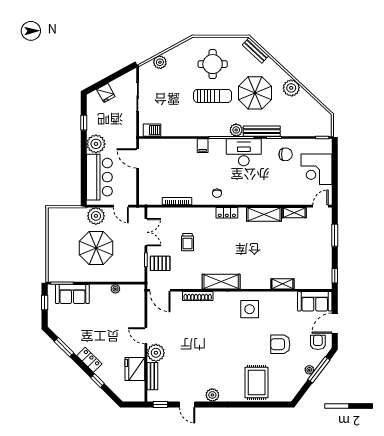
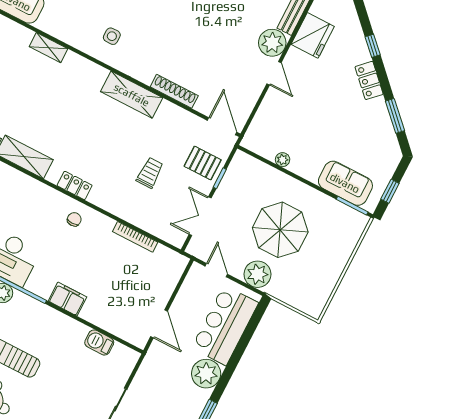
barbecue: (152, 130) -> (99, 342), moved
filing cabinet: (203, 146) -> (67, 299), width x2.00
side table: (250, 309) -> (112, 36), width x0.54, depth x0.54

